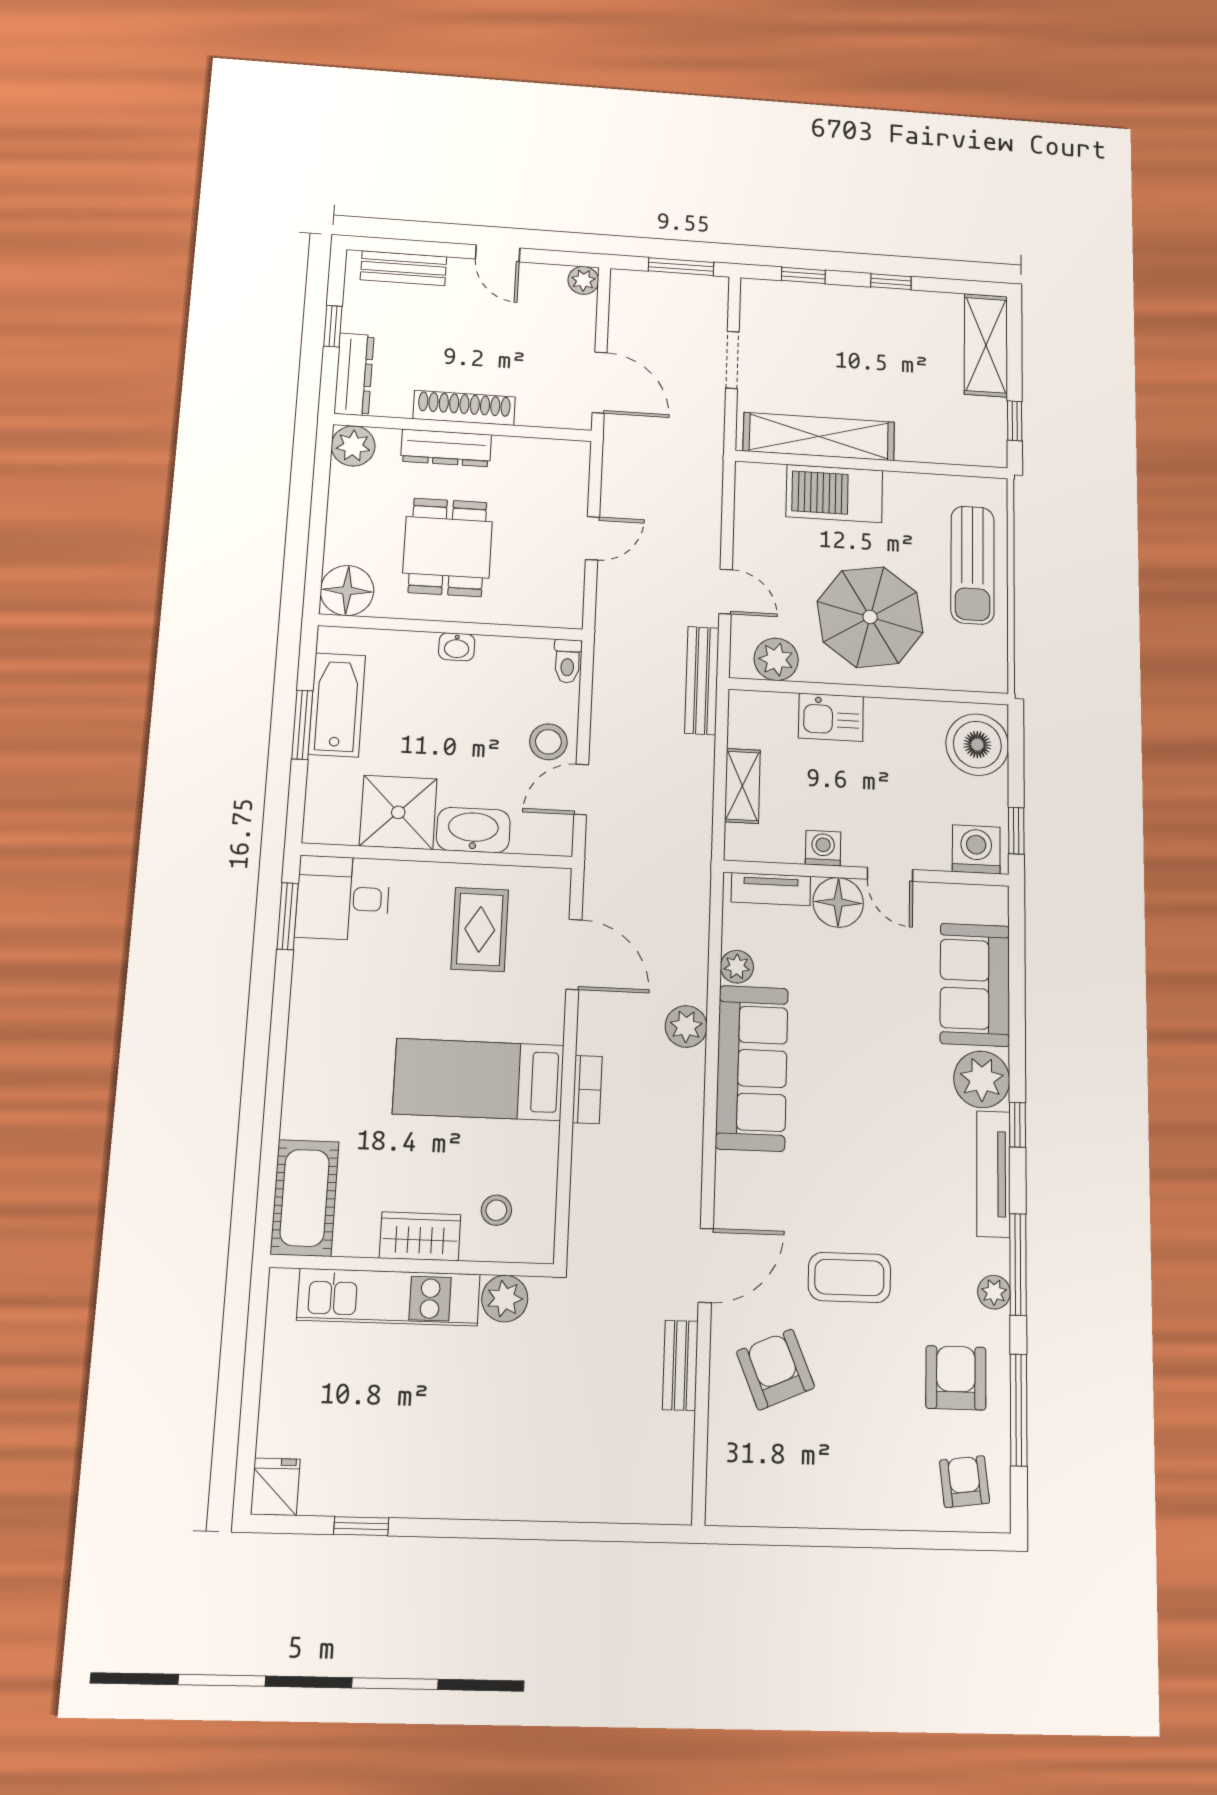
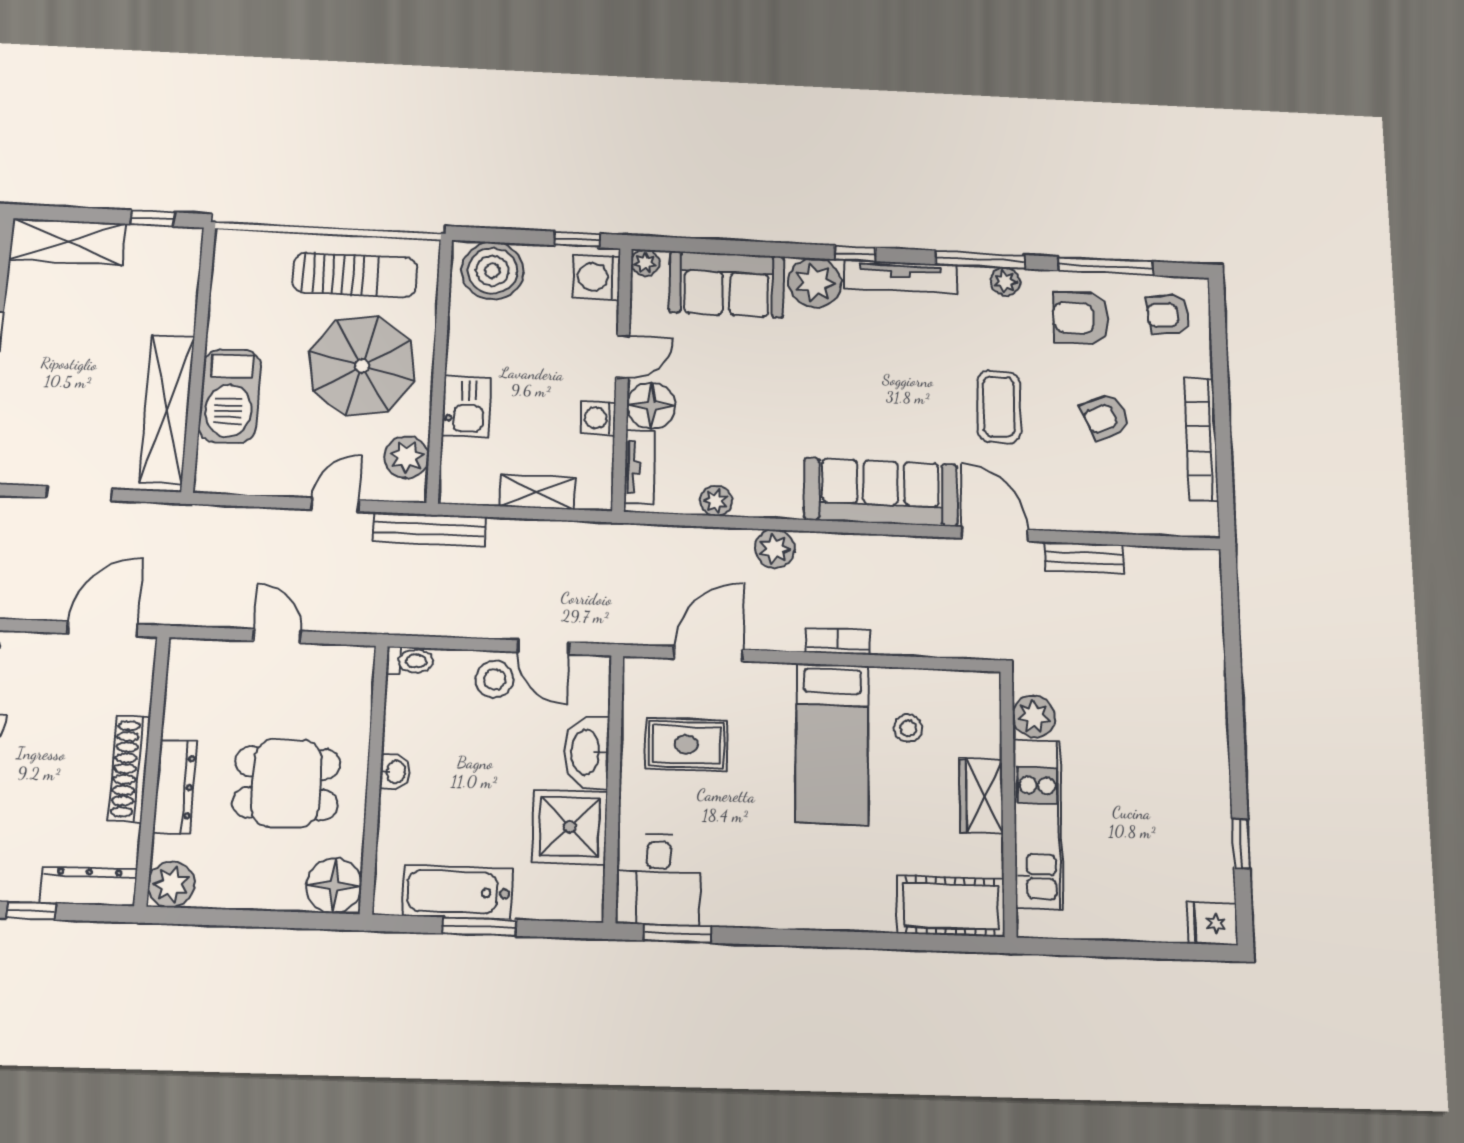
sun lounger: (973, 565) -> (355, 275), moved
plant: (995, 900) -> (645, 263), added
sofa: (752, 1068) -> (881, 492), moved
stool: (496, 1210) -> (908, 728), moved
armchair: (775, 1370) -> (1106, 417), moved, width x0.72, depth x0.72
bookcase: (819, 1511) -> (1201, 439), added

